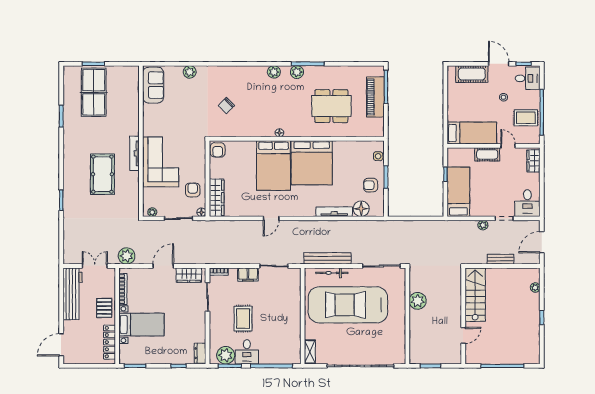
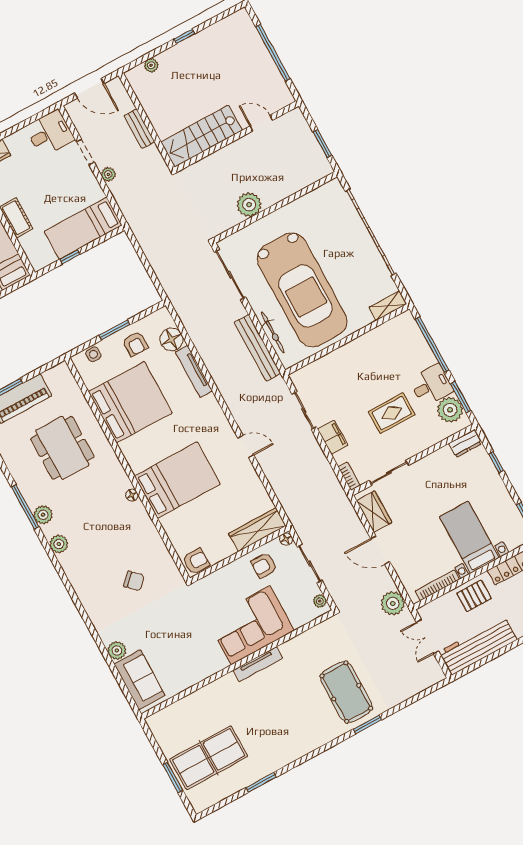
sofa: (153, 85) -> (139, 680), moved, turned 90
bed: (312, 163) -> (130, 402), moved
pool table: (102, 174) -> (346, 692), moved, turned 90

